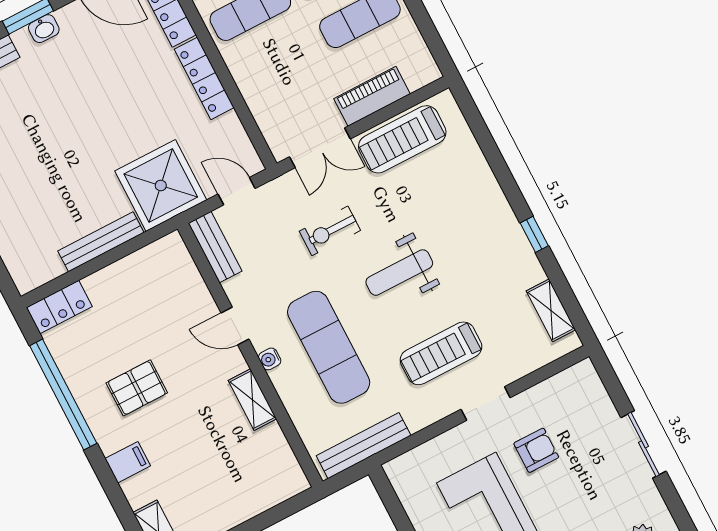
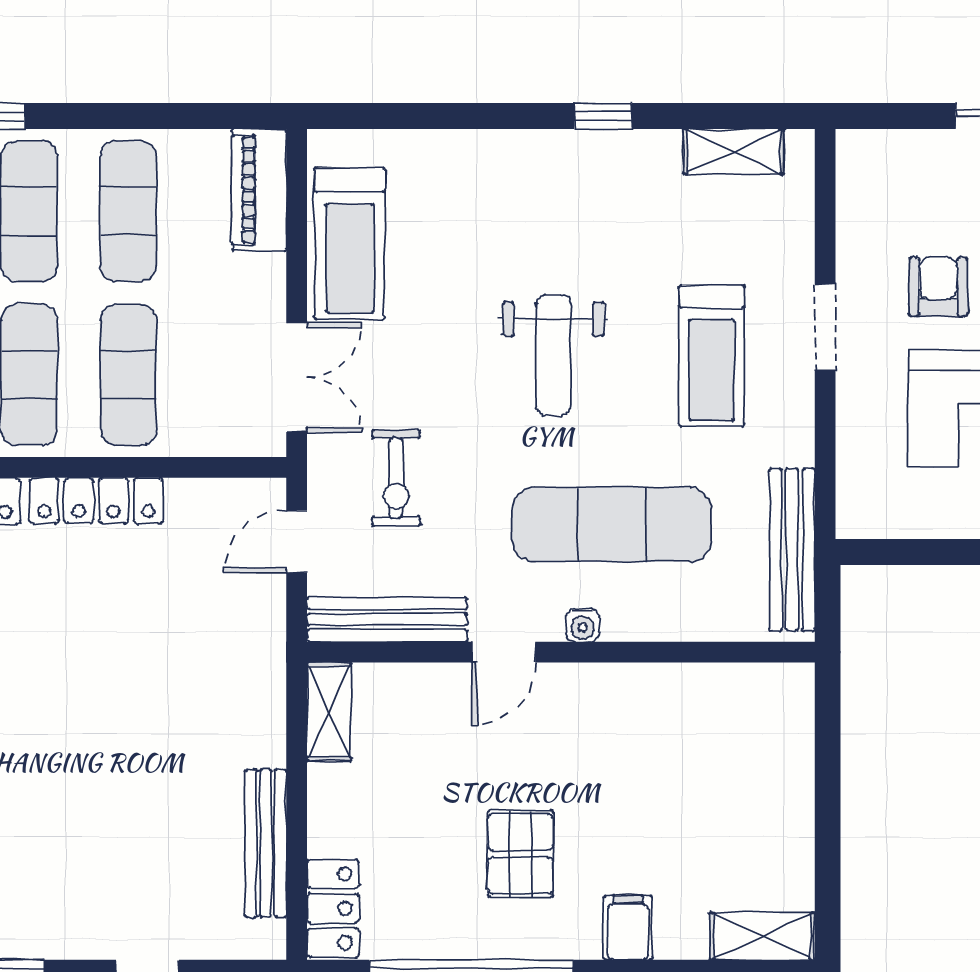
exercise mat: (277, 61) -> (128, 375), added
piano: (372, 96) -> (259, 190), moved
shower: (161, 186) -> (227, 654), removed
exercise bike: (330, 231) -> (396, 478), moved
bench: (101, 242) -> (266, 843), moved
bench: (215, 247) -> (387, 619), width x1.36
shelving: (252, 400) -> (329, 712), moved, turned 90

